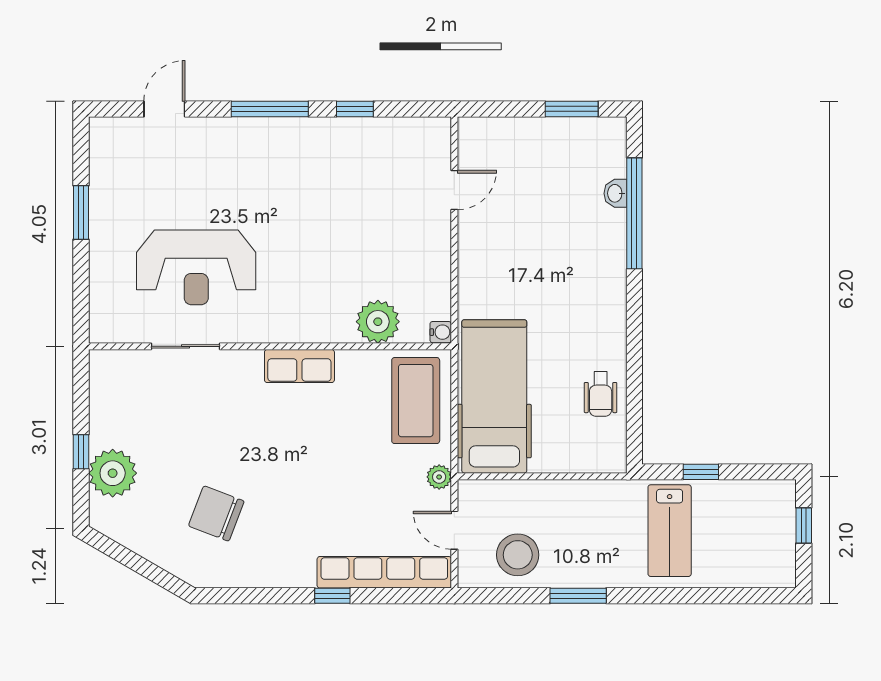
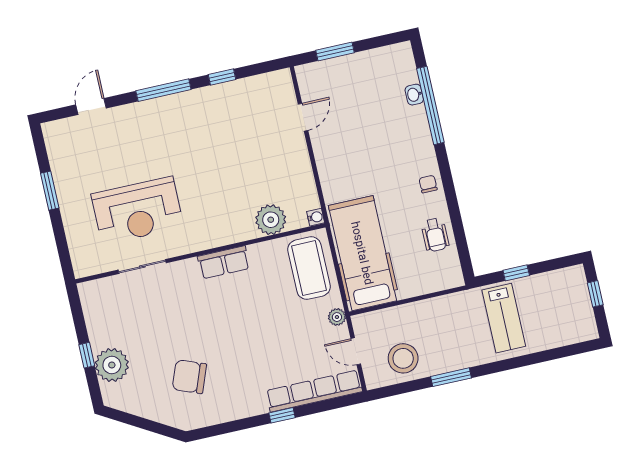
window: (572, 109) -> (335, 51), moved
chair: (607, 321) -> (428, 184), added

